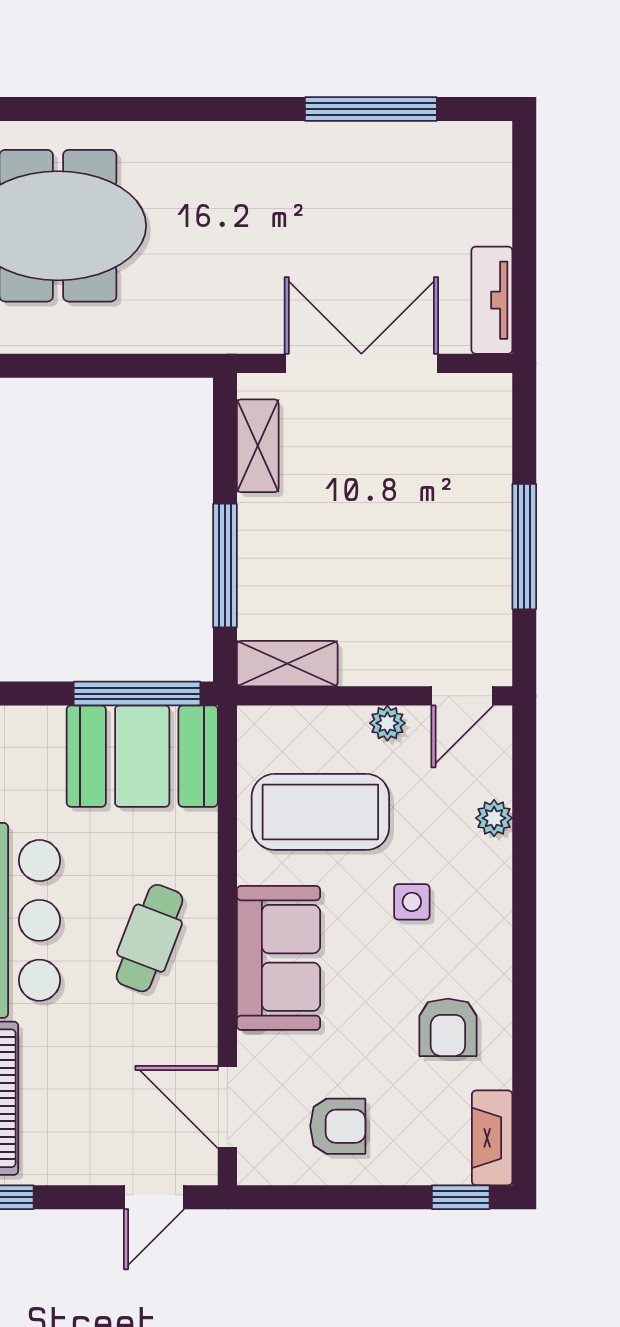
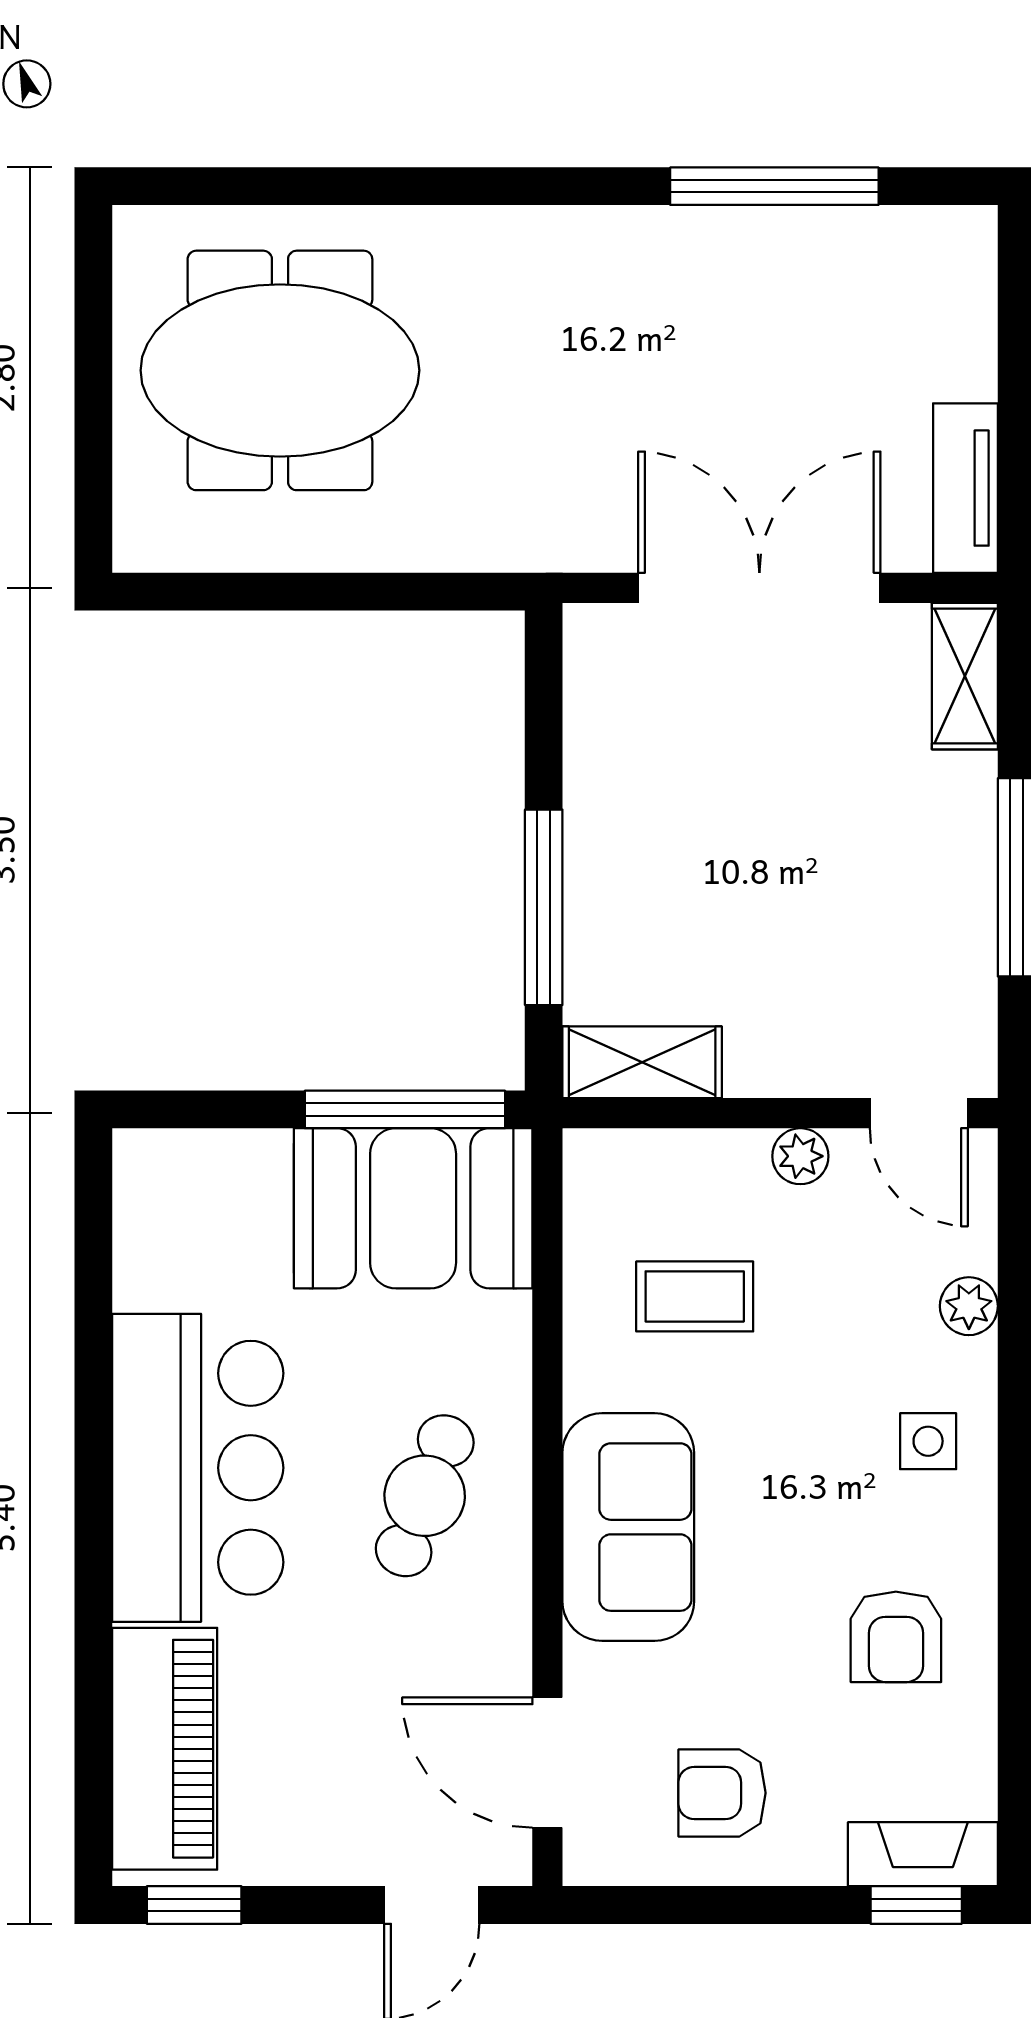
shelving: (258, 446) -> (965, 676), moved
door: (462, 696) -> (919, 1113), hinge flipped
coffee table: (320, 812) -> (695, 1296), width x0.54, depth x0.58
side table: (412, 902) -> (928, 1441), moved
armchair: (338, 1126) -> (722, 1793), turned 180
fireplace: (492, 1138) -> (923, 1854), moved, turned 90

